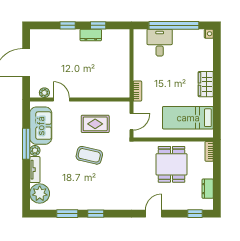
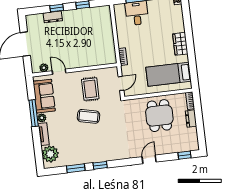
dresser: (91, 35) -> (53, 17), moved
rug: (95, 124) -> (90, 89), turned 90
dresser: (208, 189) -> (191, 119), moved

